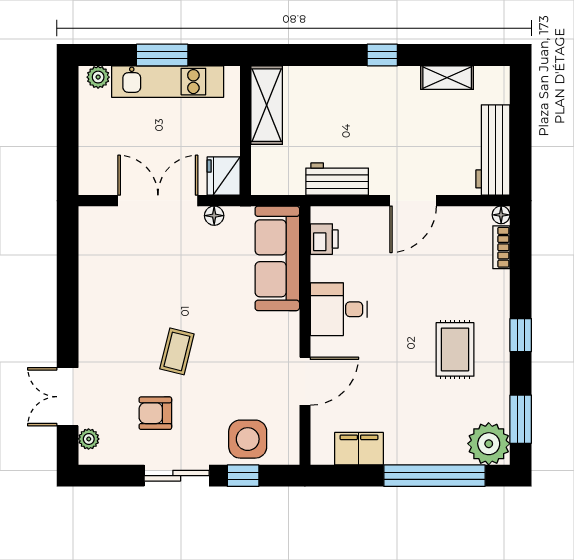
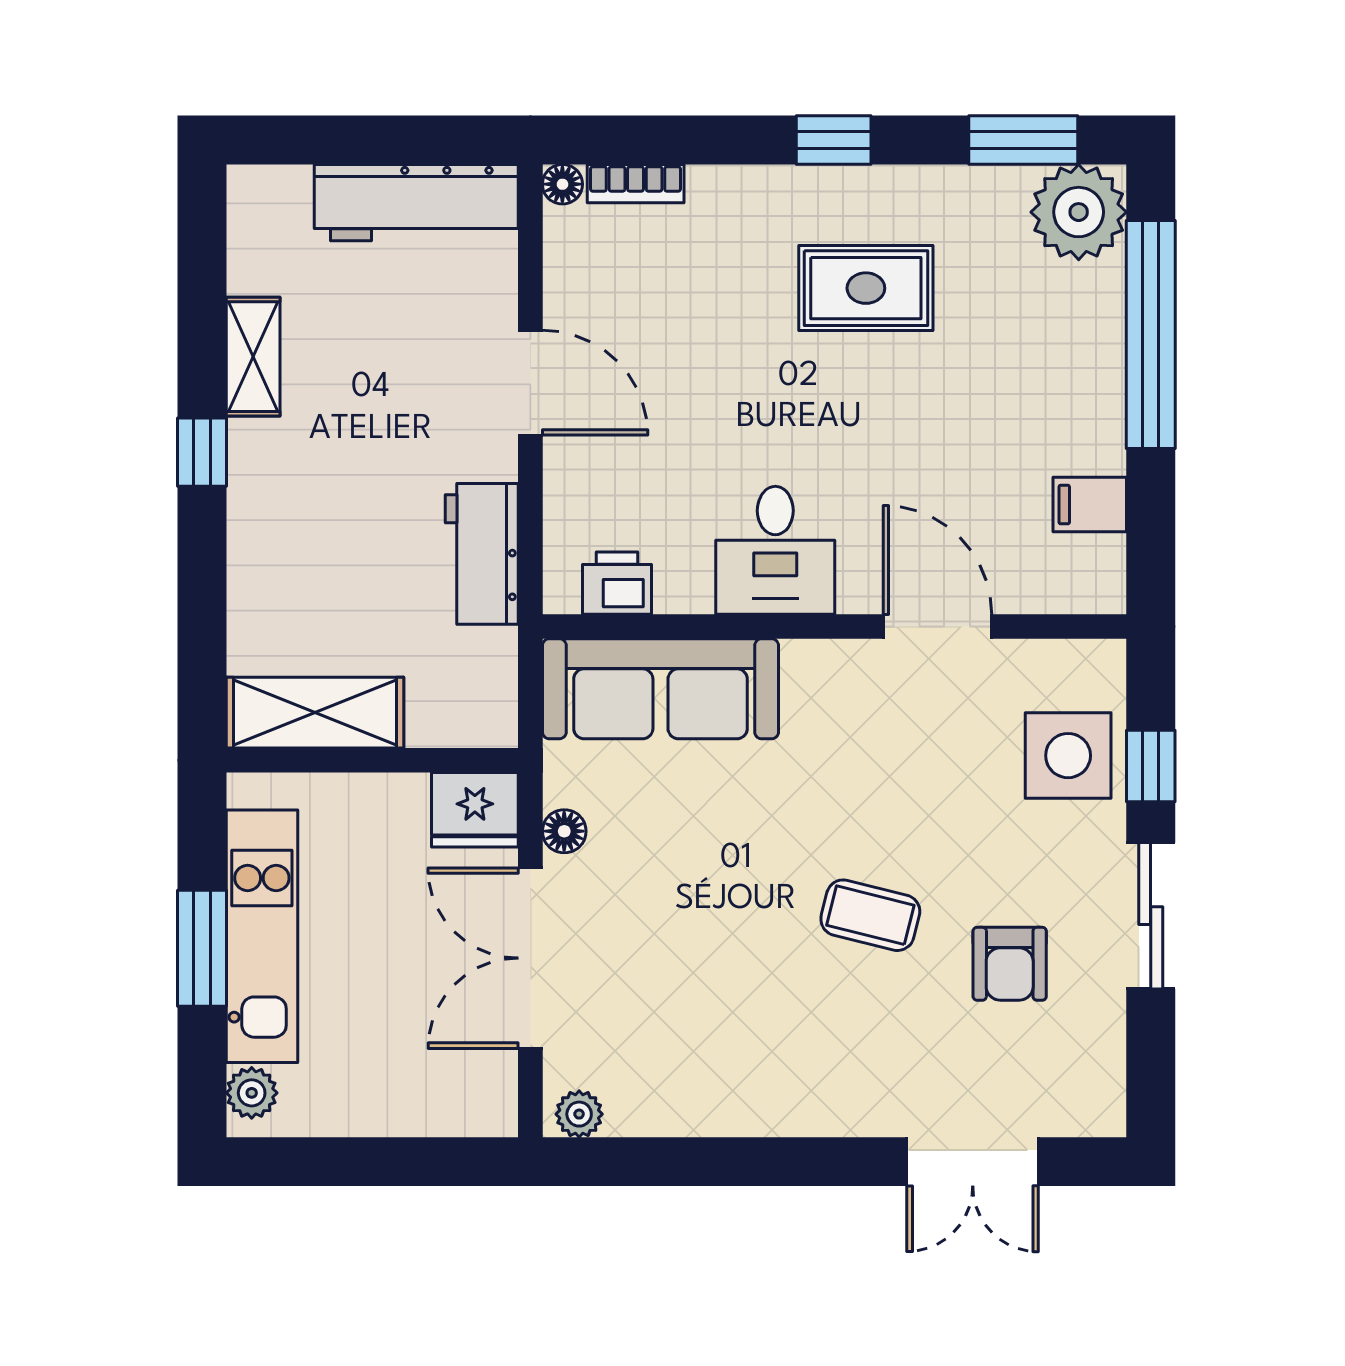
shelving: (447, 78) -> (253, 357), moved
plant: (89, 439) -> (579, 1114), moved
filing cabinet: (359, 449) -> (1090, 505), width x0.50

